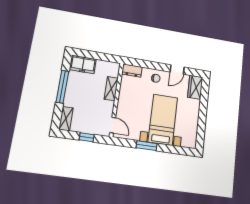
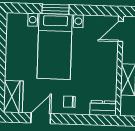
door: (113, 125) -> (121, 31), hinge flipped
window: (147, 146) -> (55, 9), moved

